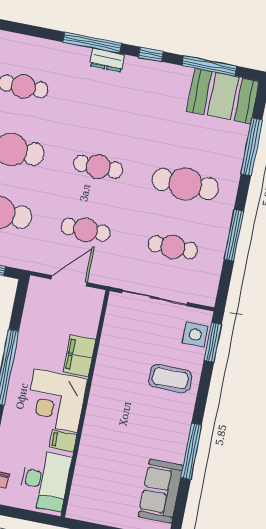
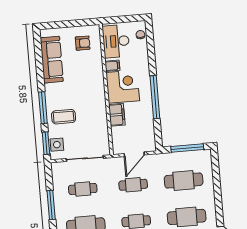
window: (191, 451) -> (43, 108), moved
sofa: (161, 491) -> (52, 60), width x1.36
armchair: (102, 493) -> (83, 43), added

